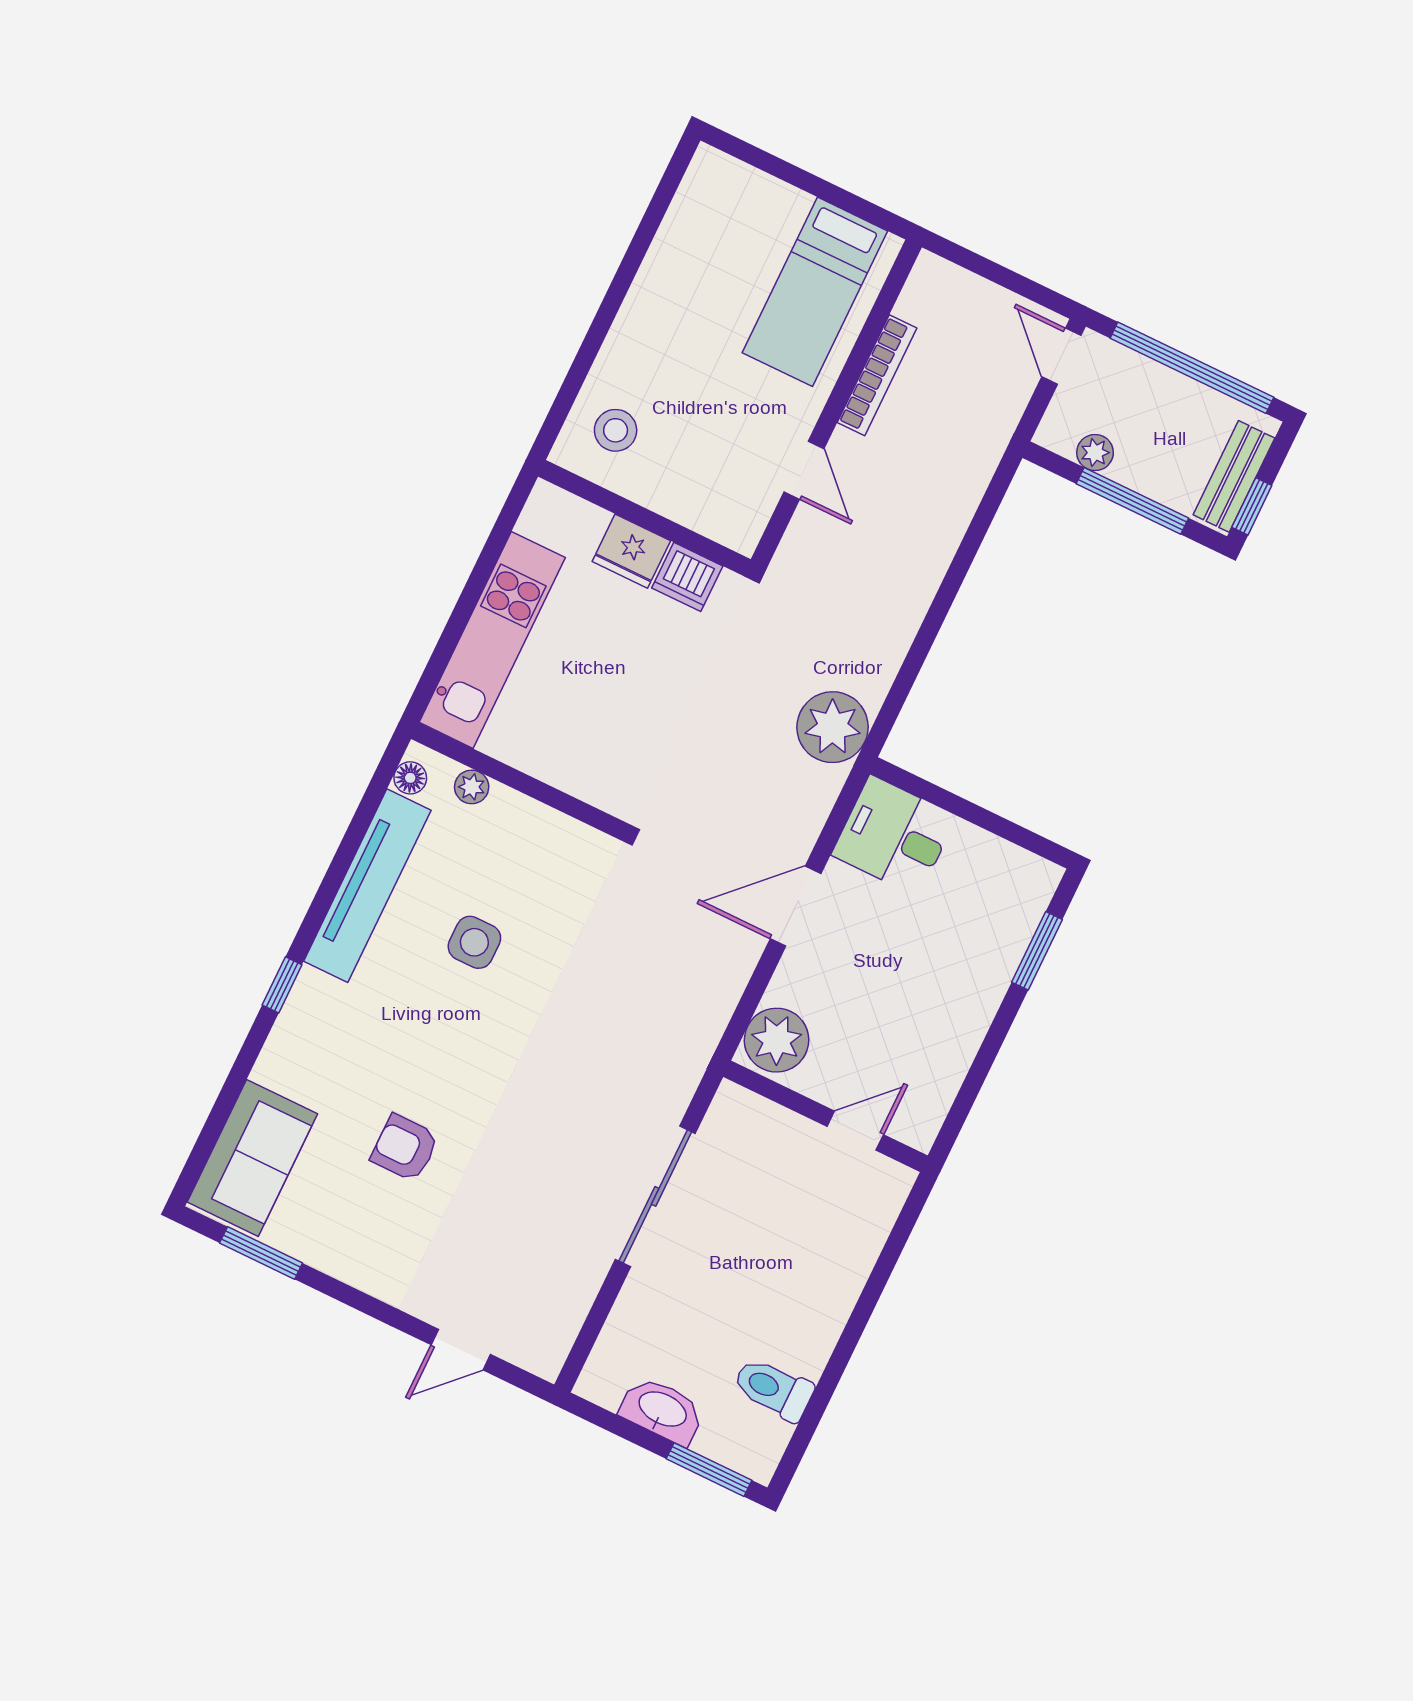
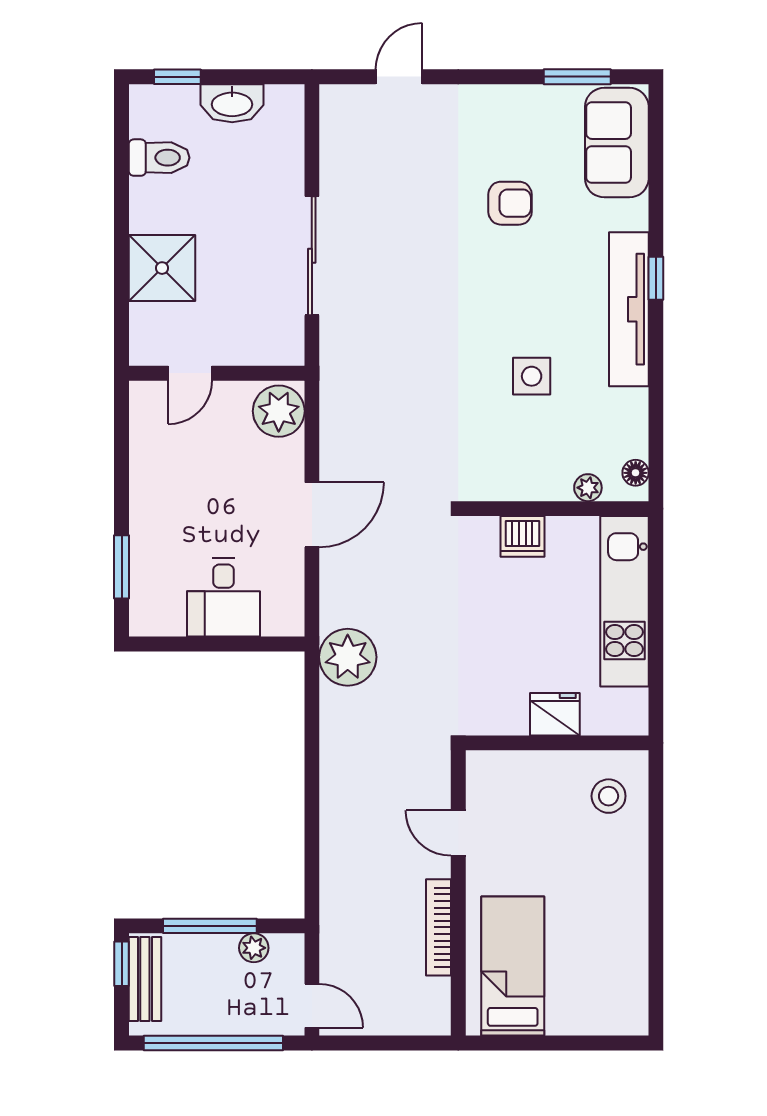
dishwasher: (687, 577) -> (522, 536), moved, turned 180
desk: (894, 836) -> (224, 597), moved, turned 90
tv unit: (367, 886) -> (629, 309), moved
shower: (830, 1264) -> (162, 268), added
window: (709, 1470) -> (177, 77), width x0.67

